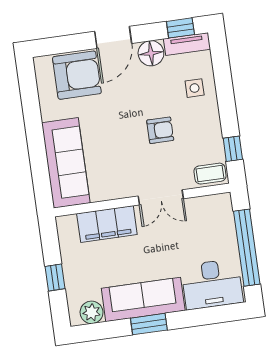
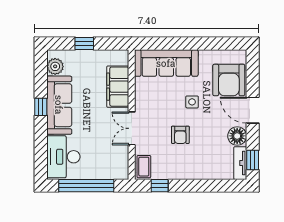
side table: (195, 88) -> (192, 102), moved
window: (149, 324) -> (41, 107), width x0.67

